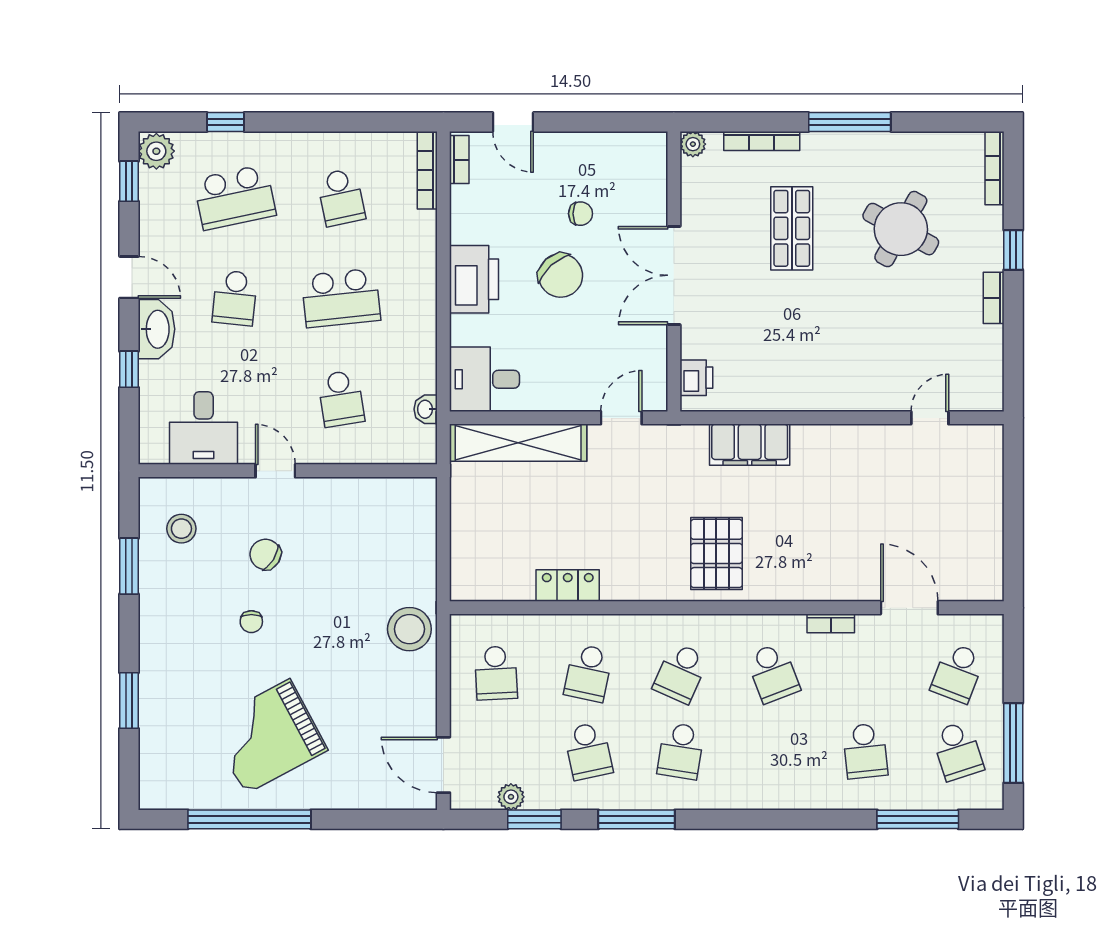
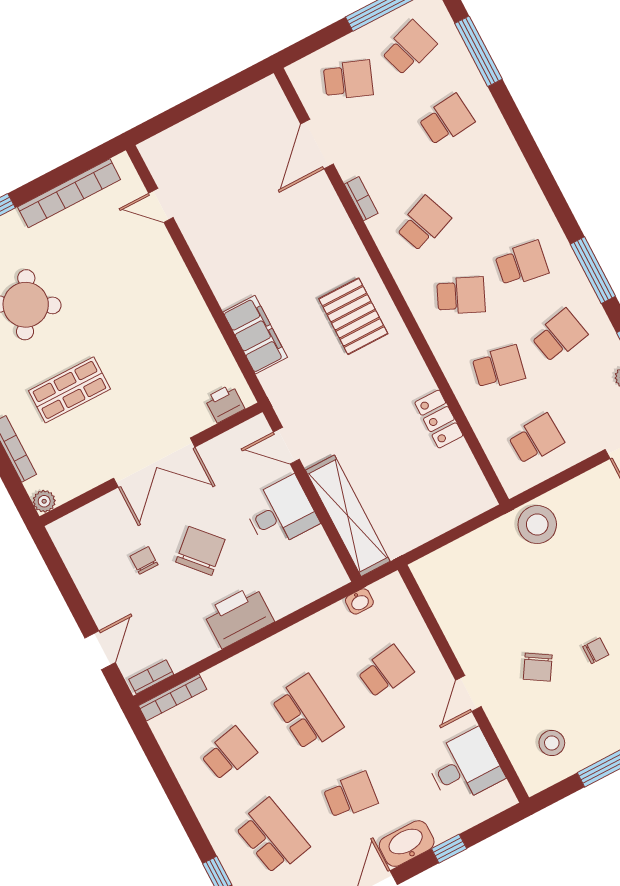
bookcase: (994, 298) -> (69, 193), width x2.31, depth x1.31
desk: (485, 379) -> (281, 512), moved, turned -90
pallet: (716, 553) -> (353, 316), turned 90

